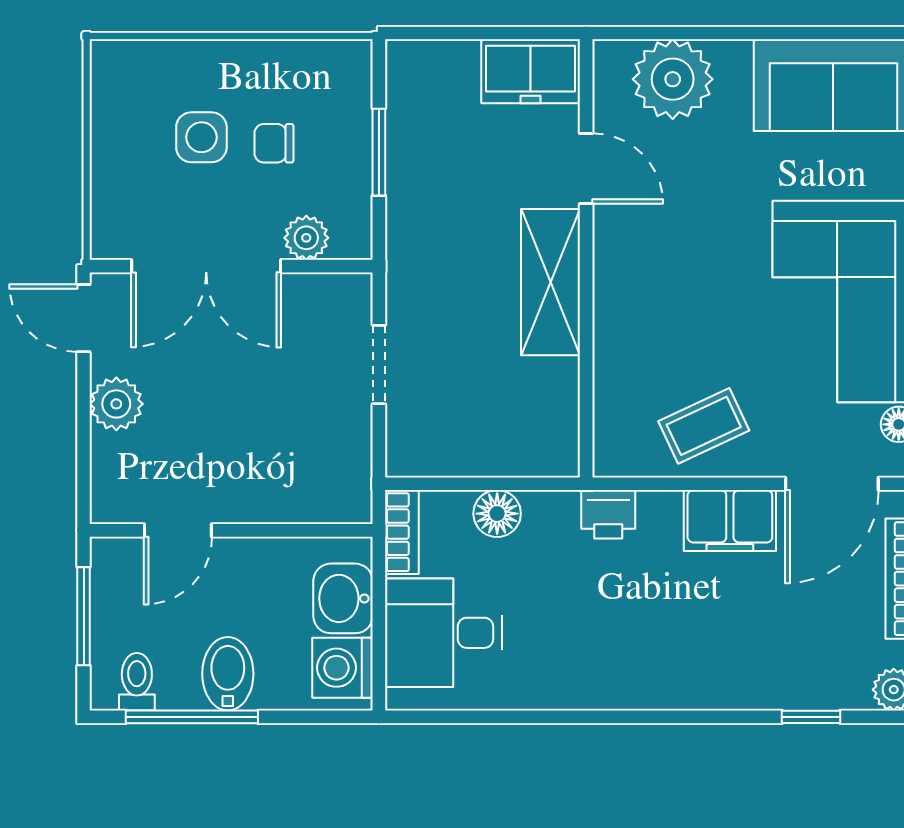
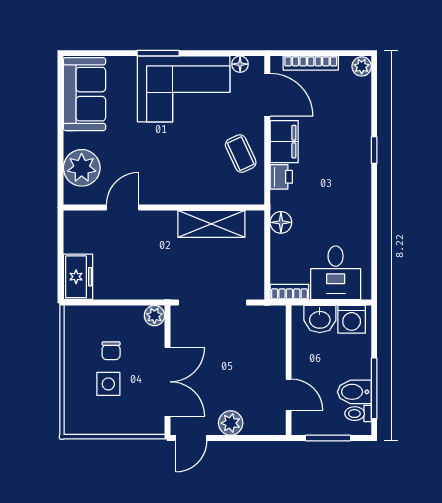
freezer: (531, 71) -> (78, 277), moved
window: (379, 152) -> (115, 303), removed
plant: (306, 238) -> (154, 316), moved
shelving: (551, 282) -> (211, 224), moved
doorway: (379, 364) -> (213, 303), width x1.87
floor lamp: (497, 514) -> (281, 222), moved
printer: (608, 514) -> (281, 177), moved
bidet: (228, 674) -> (354, 392), moved
window: (811, 717) -> (374, 150), moved

